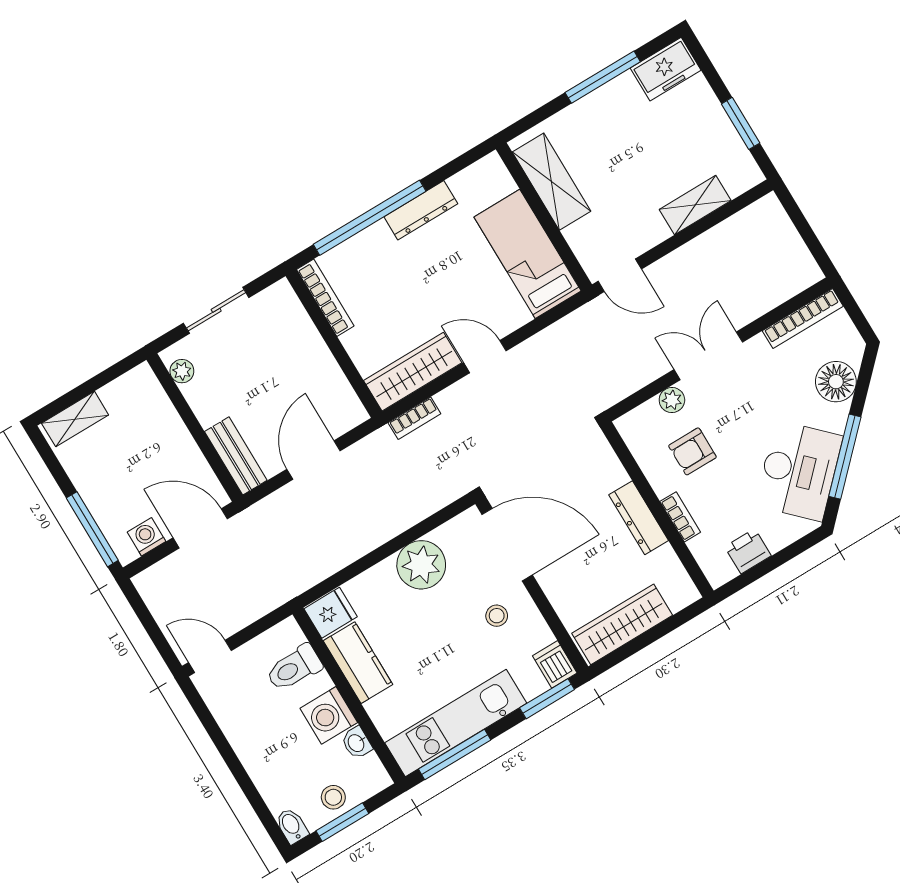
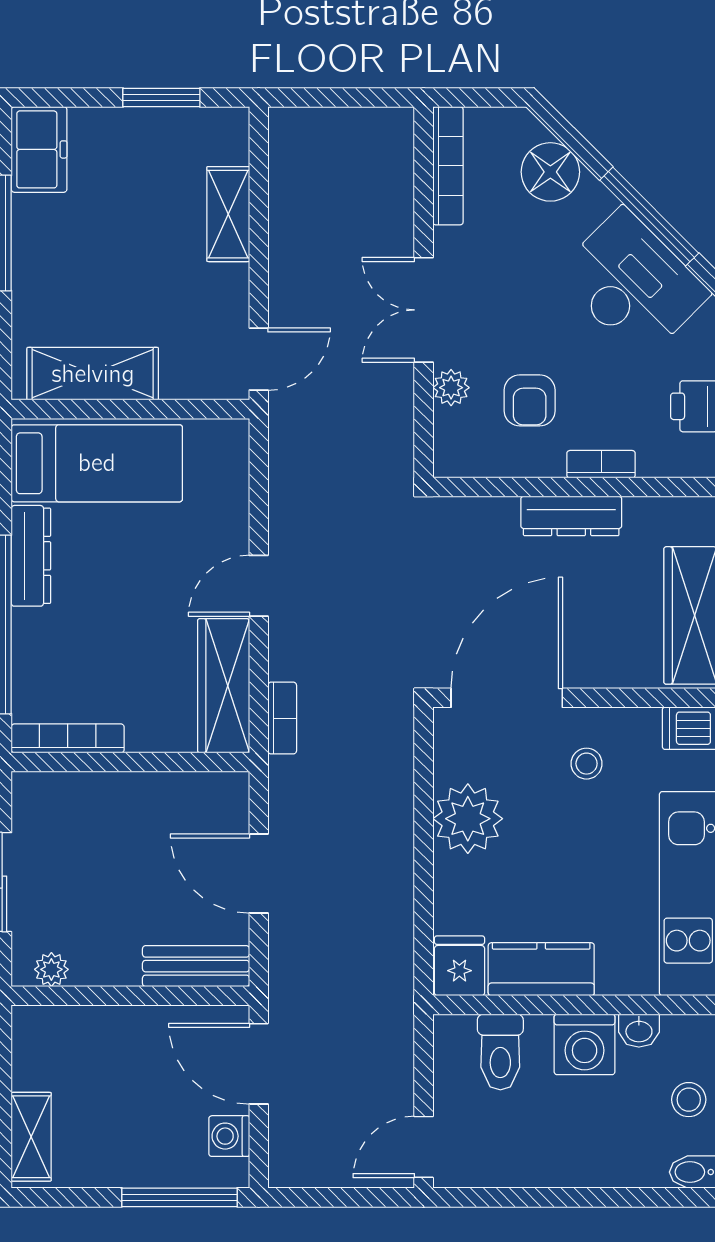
bed: (528, 254) -> (97, 463), moved, turned 180
door: (200, 528) -> (259, 1064), hinge flipped

